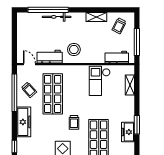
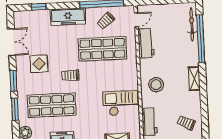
bicycle: (57, 17) -> (192, 24), moved
shelving: (96, 17) -> (194, 79), moved
stool: (74, 49) -> (156, 85), moved

